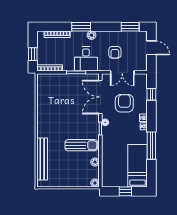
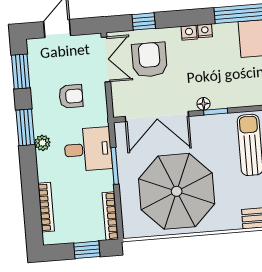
window: (81, 27) -> (25, 127), moved
double door: (122, 72) -> (106, 59), moved
armchair: (124, 103) -> (149, 60), moved, turned 90
parasol: (60, 104) -> (177, 191), added

